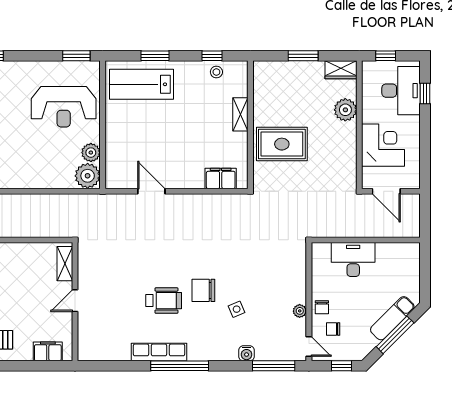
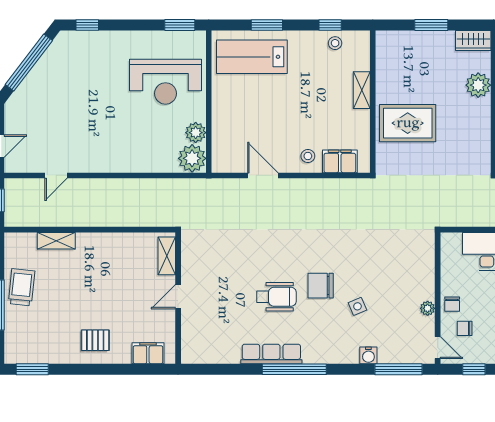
stool: (192, 174) -> (308, 156), added

